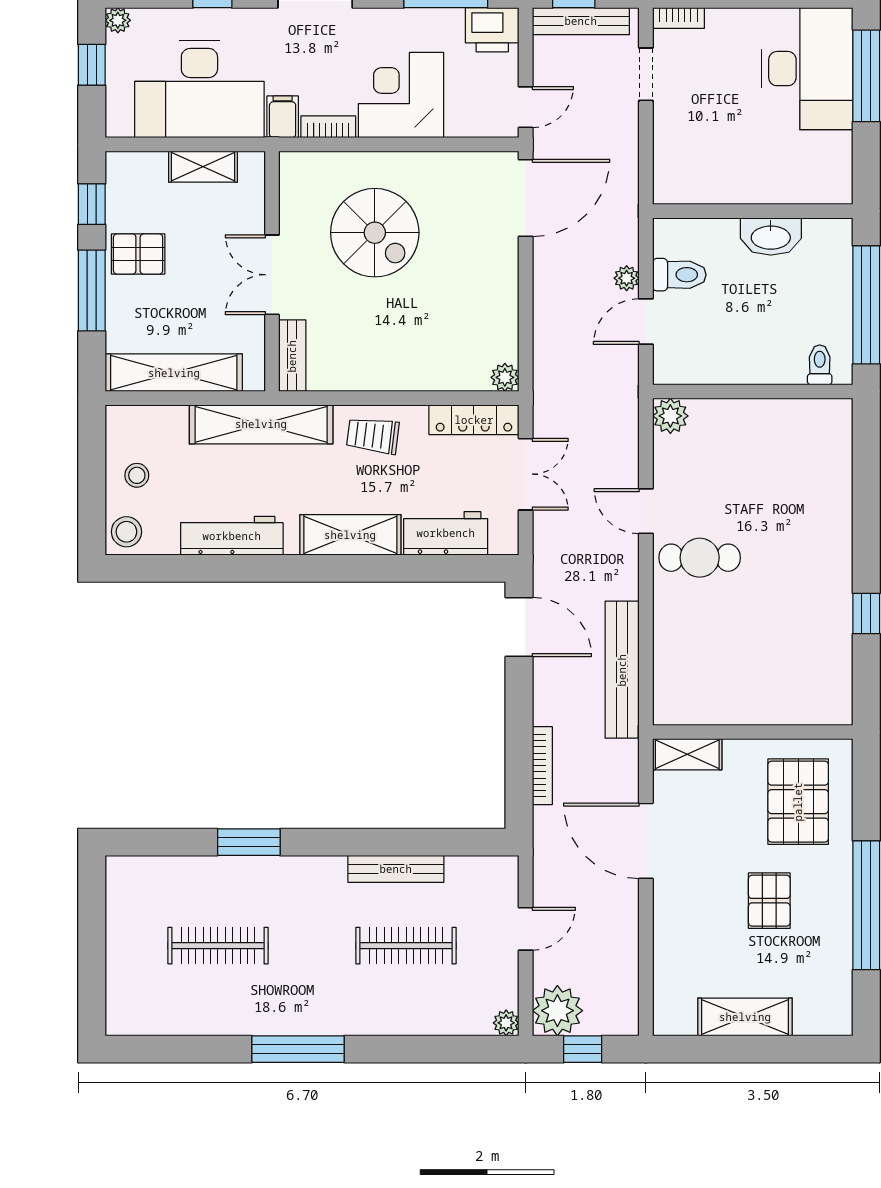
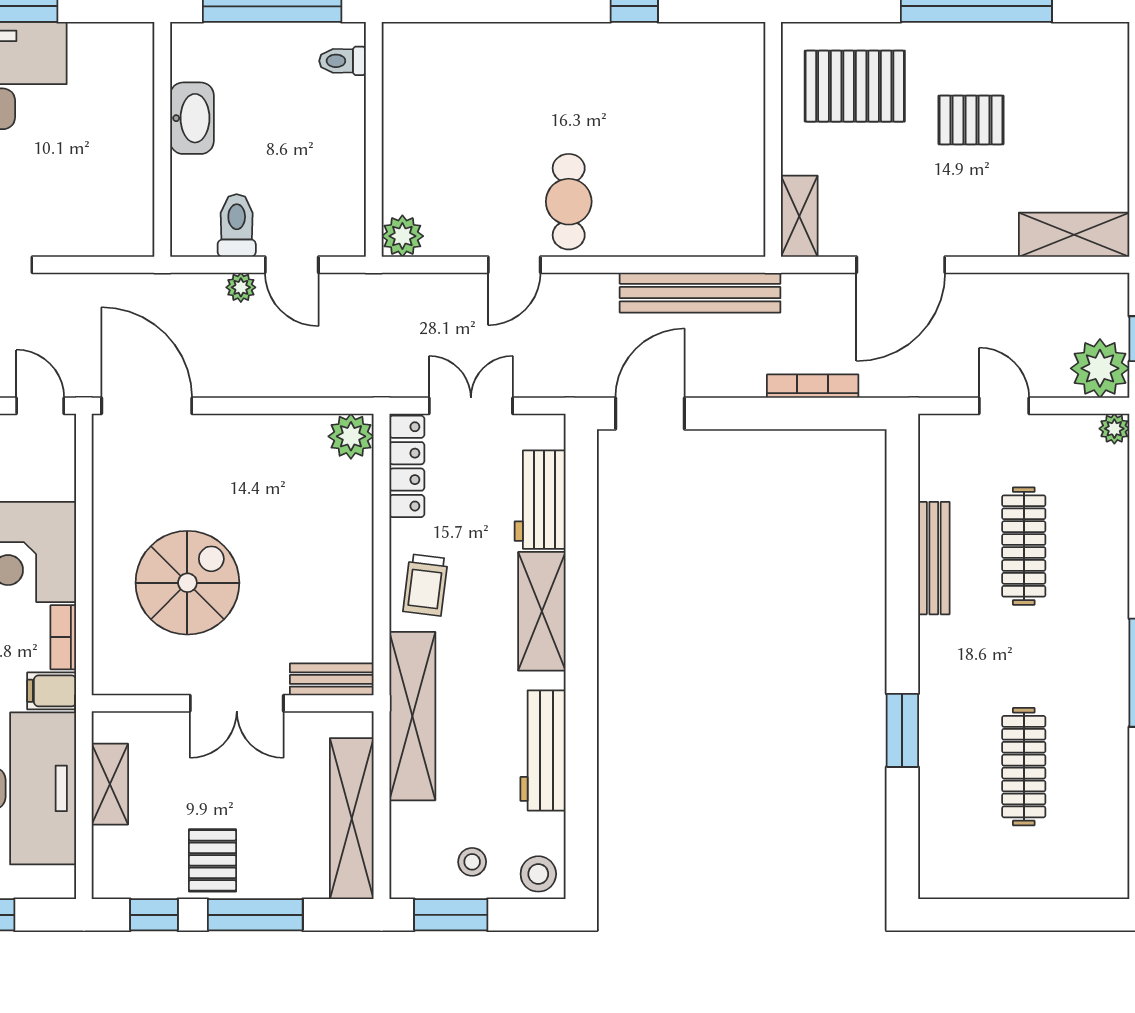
plant: (505, 377) -> (351, 436), width x1.38, depth x1.38
window: (92, 457) -> (451, 915), added
shelving: (745, 1017) -> (1074, 235), moved, turned 90

